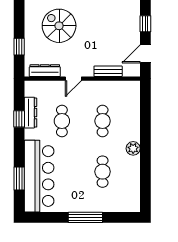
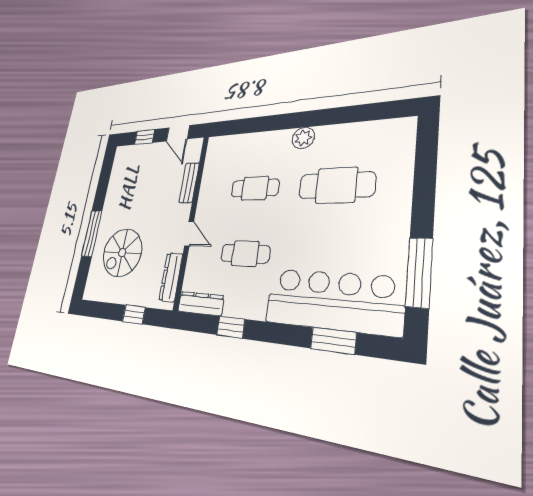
dresser: (30, 113) -> (201, 304), moved
cafe table: (103, 172) -> (336, 185), width x1.37, depth x1.35
window: (85, 217) -> (419, 272), moved

